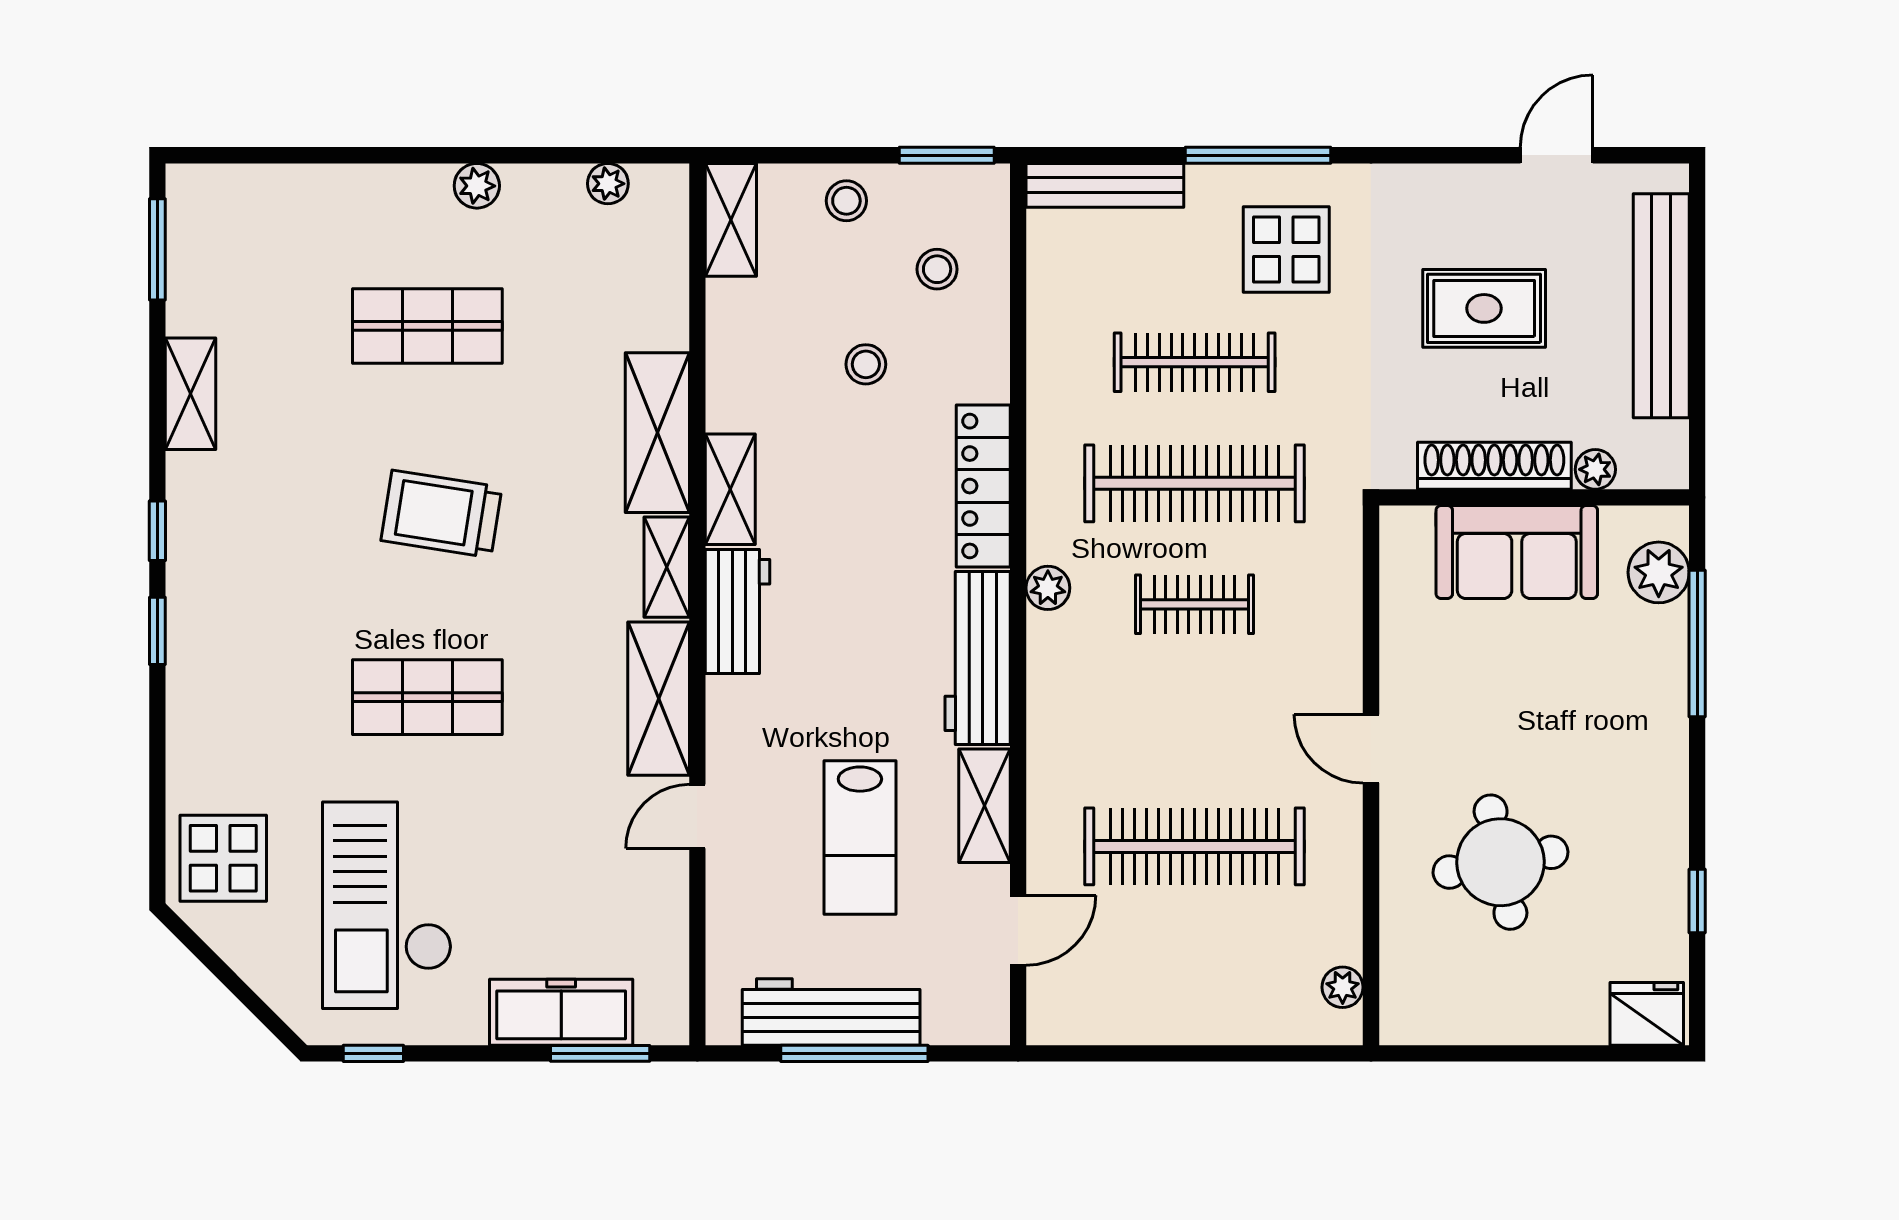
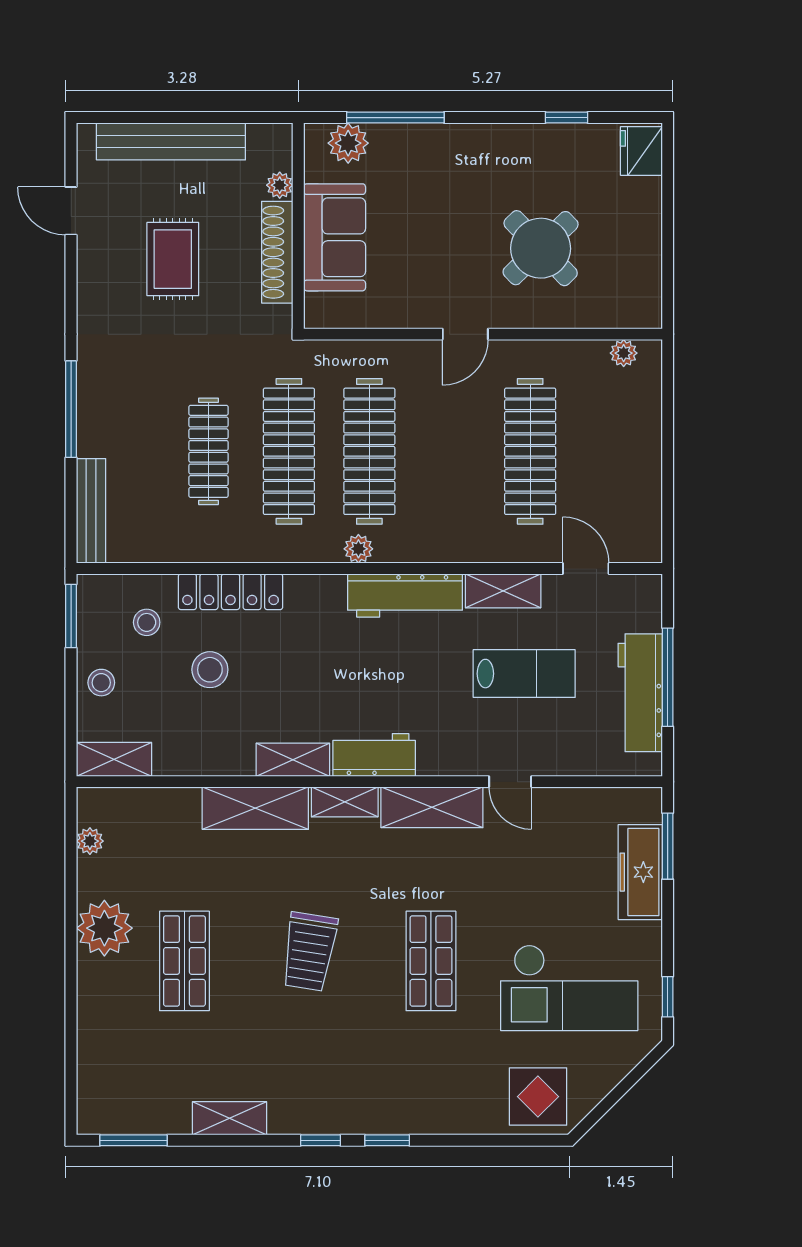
plant: (477, 186) -> (104, 928), width x1.88, depth x1.88
display table: (1286, 250) -> (134, 390), removed
stool: (866, 364) -> (210, 670), width x1.37, depth x1.37
locker: (983, 486) -> (231, 592), moved
clothes rail: (1195, 604) -> (369, 451), width x1.86, depth x1.31
round table: (1500, 862) -> (541, 248), turned -33

